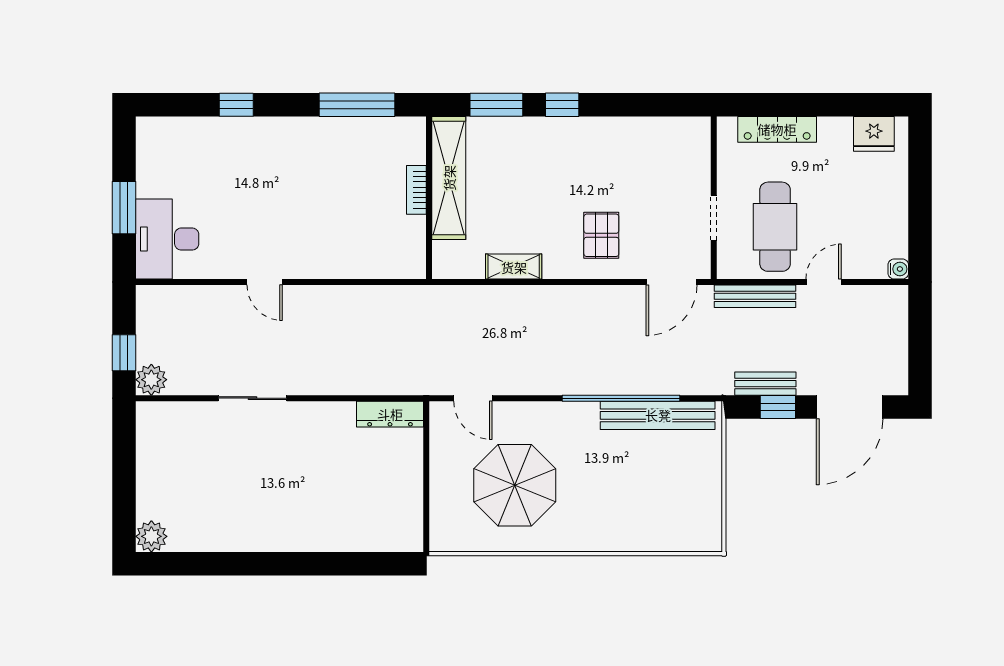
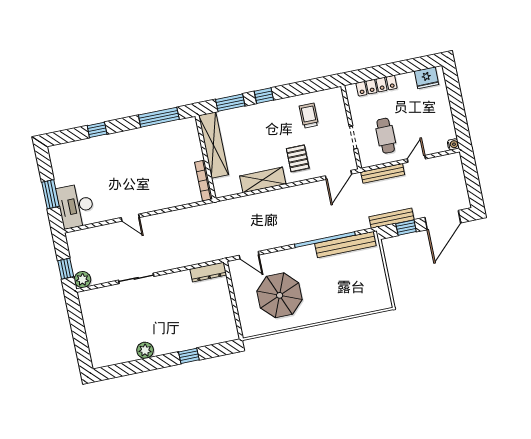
trolley: (639, 159) -> (309, 116), added
bookcase: (416, 190) -> (204, 181), moved, width x1.56
cafe table: (775, 227) -> (386, 136), width x0.73, depth x0.74
shelving: (514, 267) -> (263, 180), width x1.50, depth x1.33
bench: (765, 384) -> (392, 218), width x1.36
plant: (151, 536) -> (145, 350), moved
window: (321, 564) -> (189, 356), added

